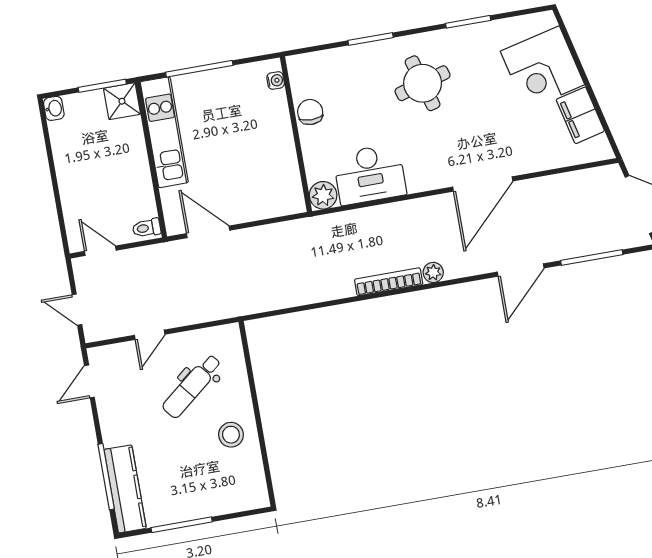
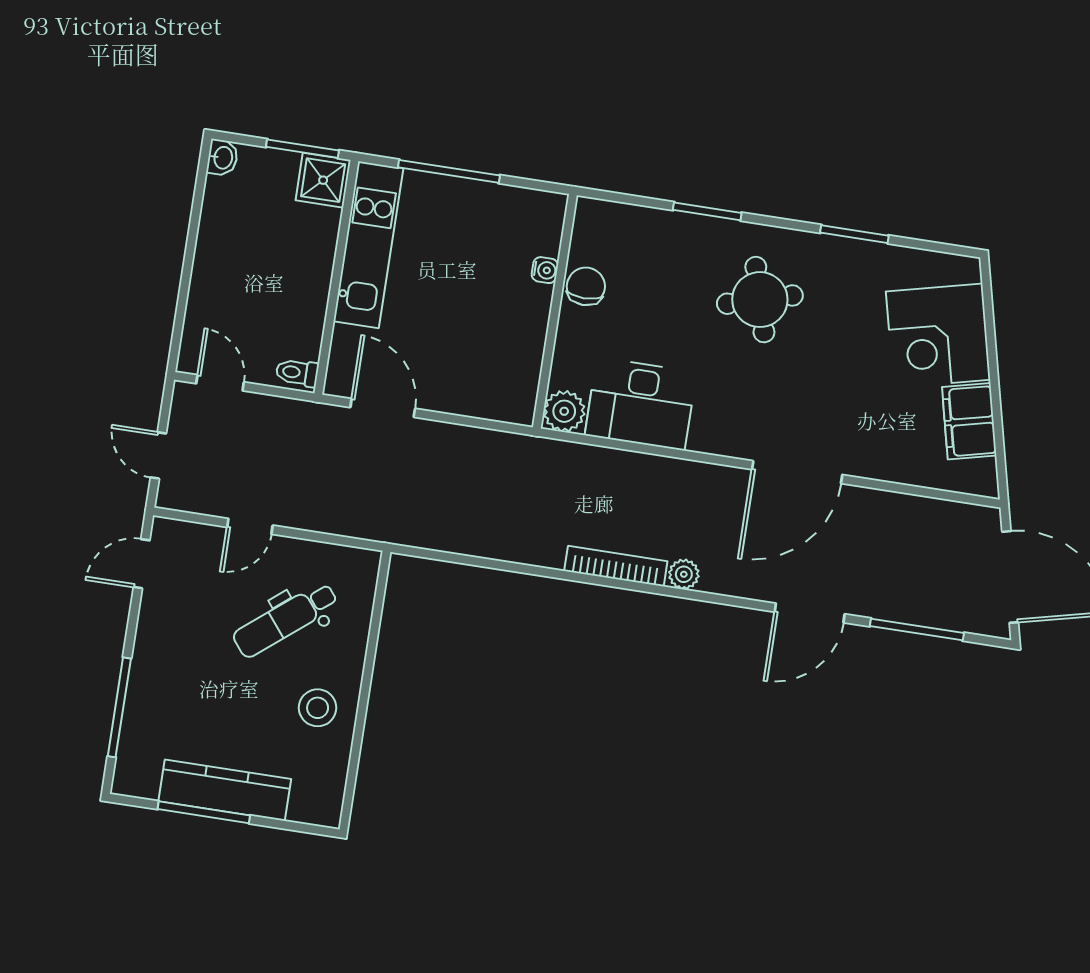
water cooler: (276, 80) -> (545, 270), moved
kitchen counter: (125, 489) -> (225, 790), moved, turned -90

